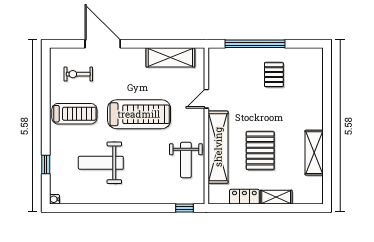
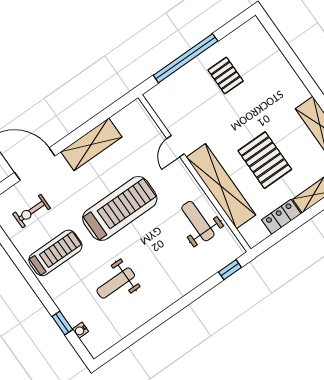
shelving: (170, 57) -> (91, 144), moved
weight bench: (186, 160) -> (198, 221), turned 180
weight bench: (101, 163) -> (116, 283), width x0.73, depth x0.75
water cooler: (54, 199) -> (80, 330), moved

